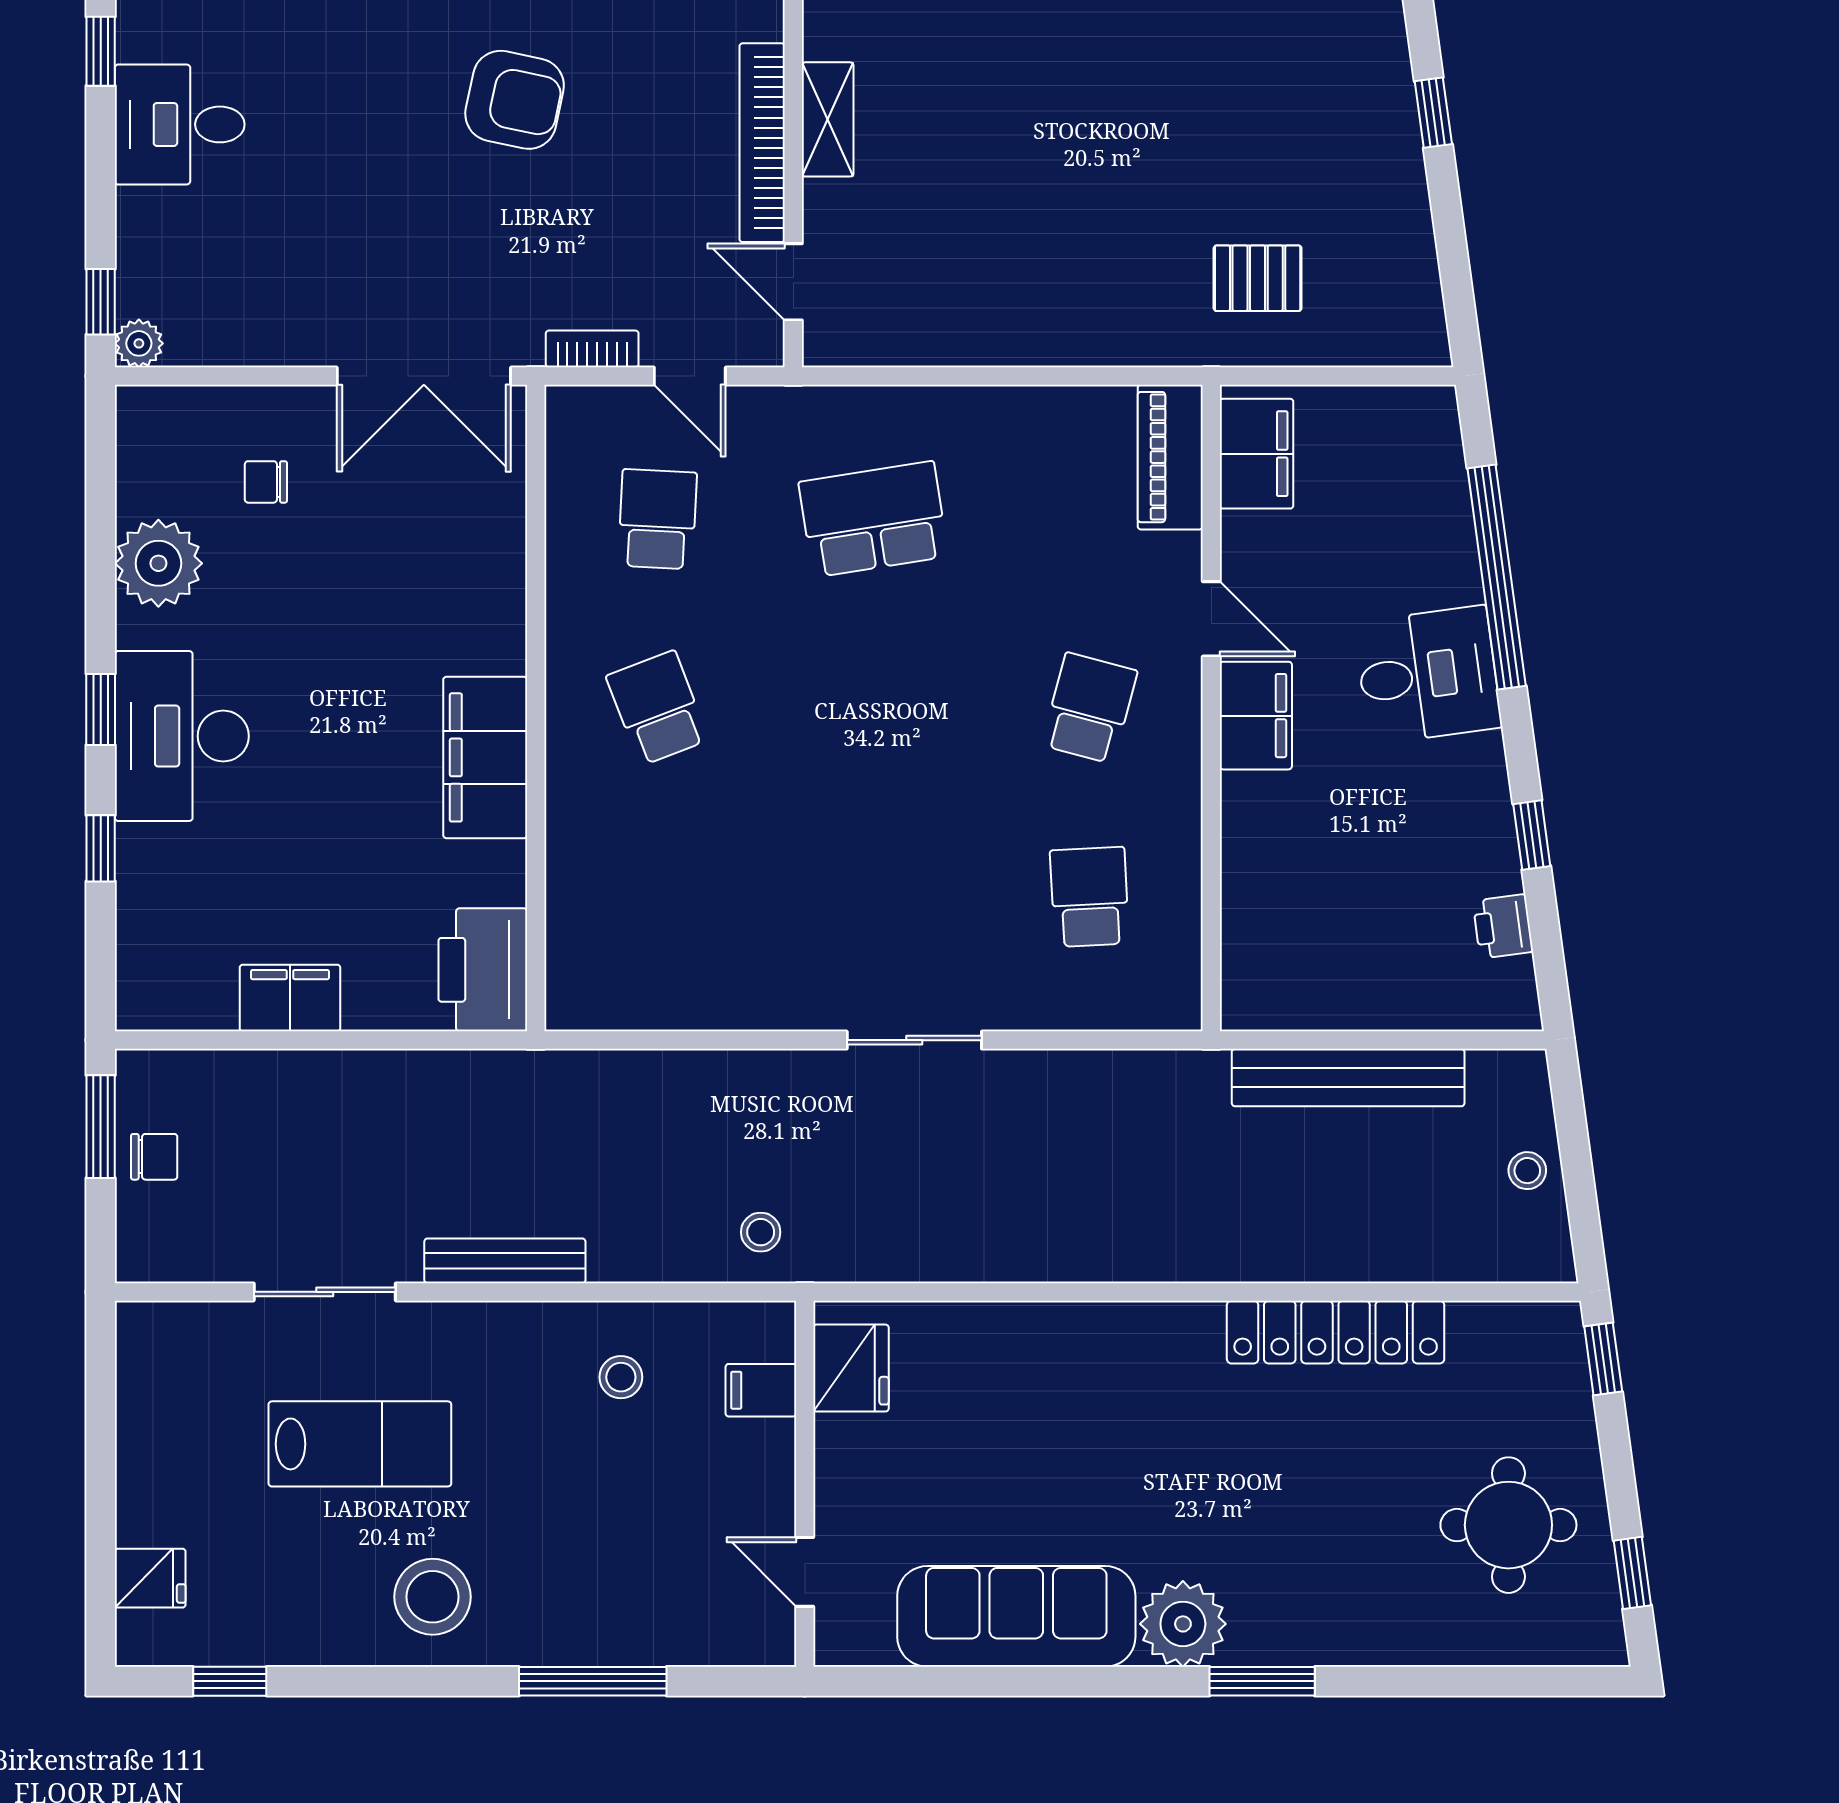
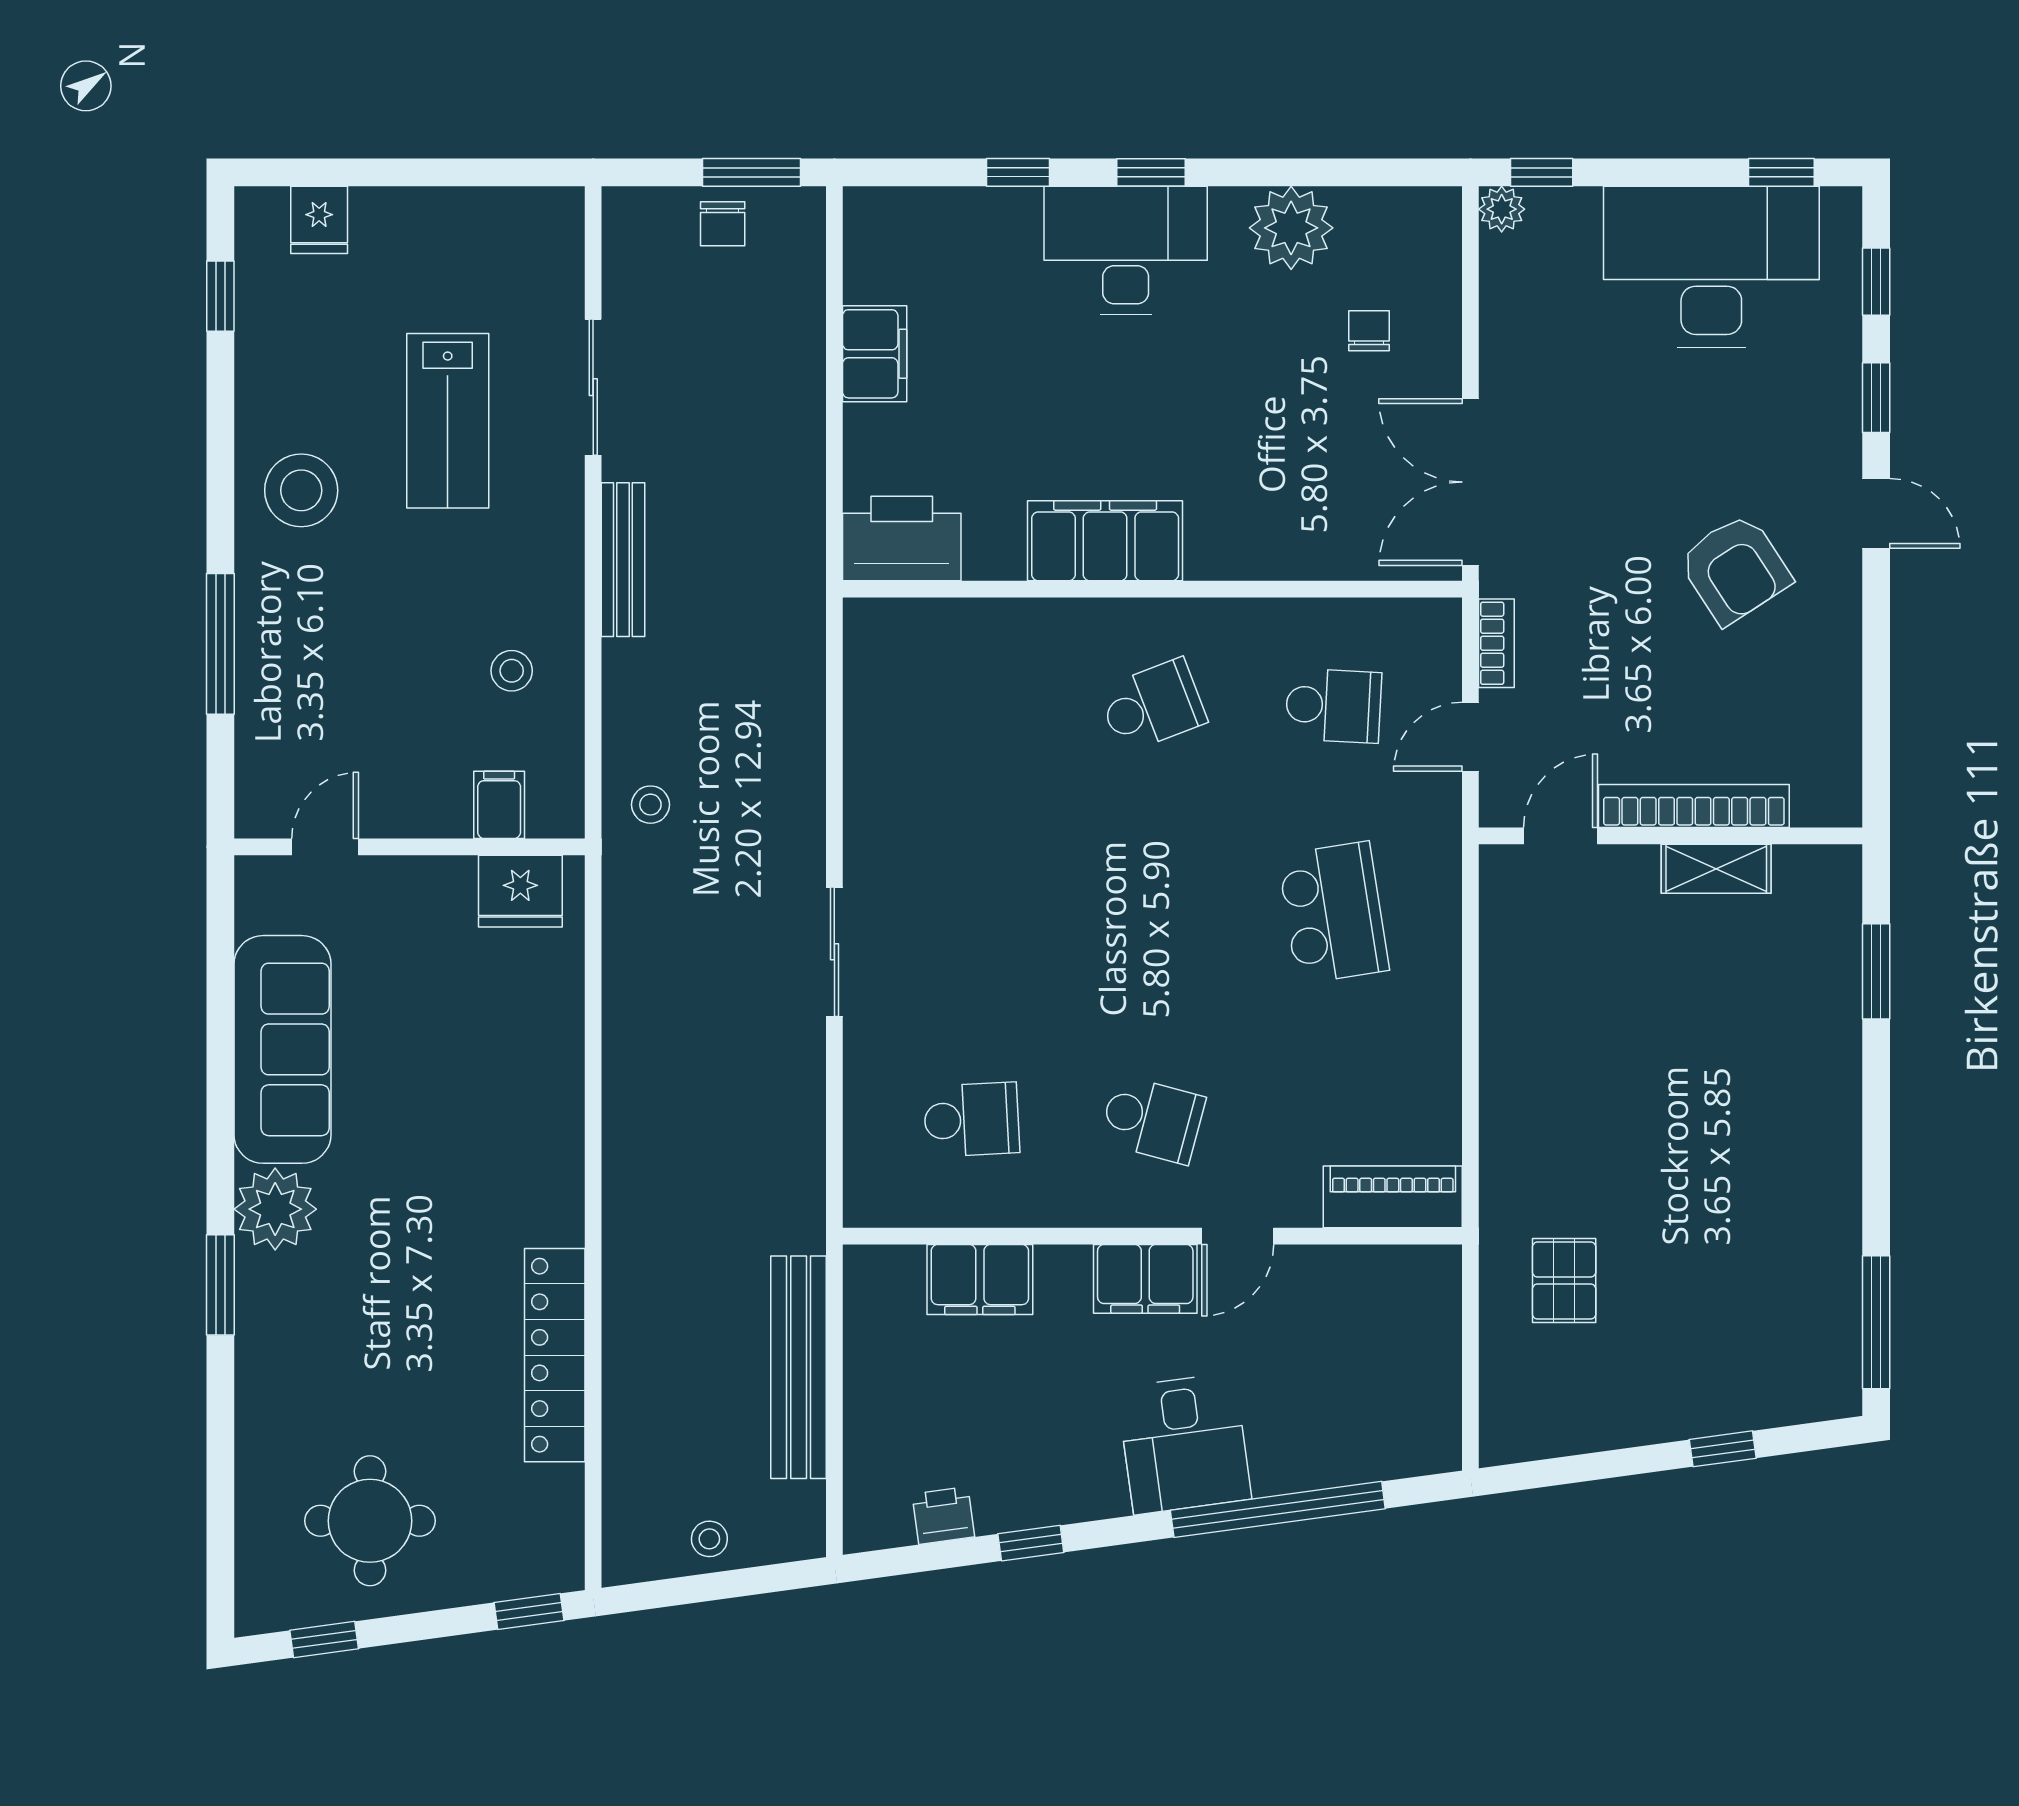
armchair: (515, 100) -> (1735, 569), turned -45
desk: (180, 124) -> (1711, 267), width x1.87, depth x1.30
filing cabinet: (1257, 454) -> (980, 1279), moved

